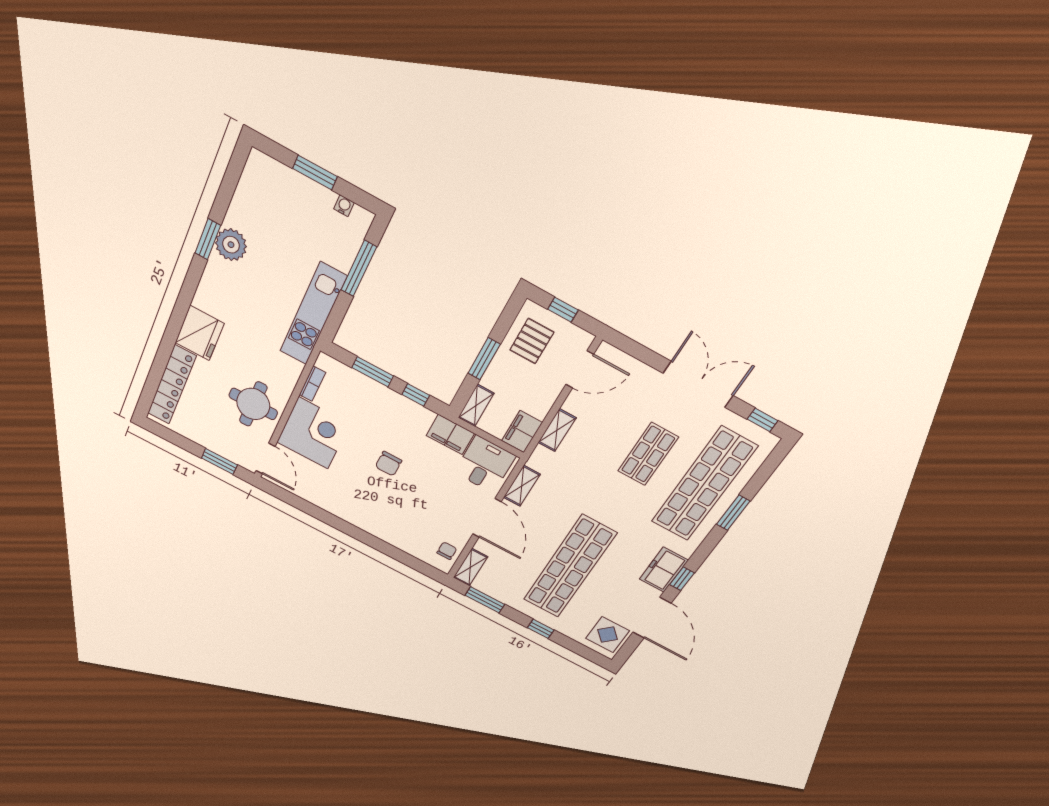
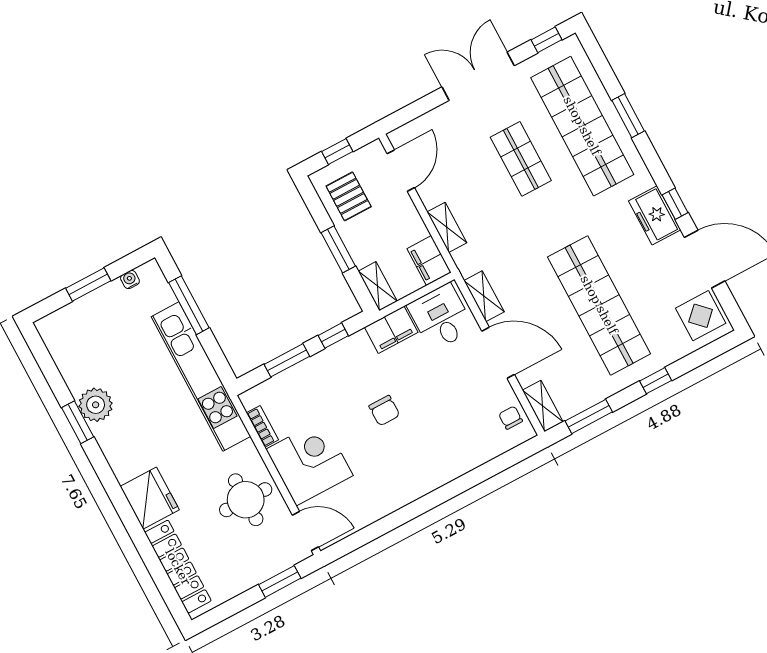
kitchen unit: (313, 314) -> (201, 377), width x1.36

